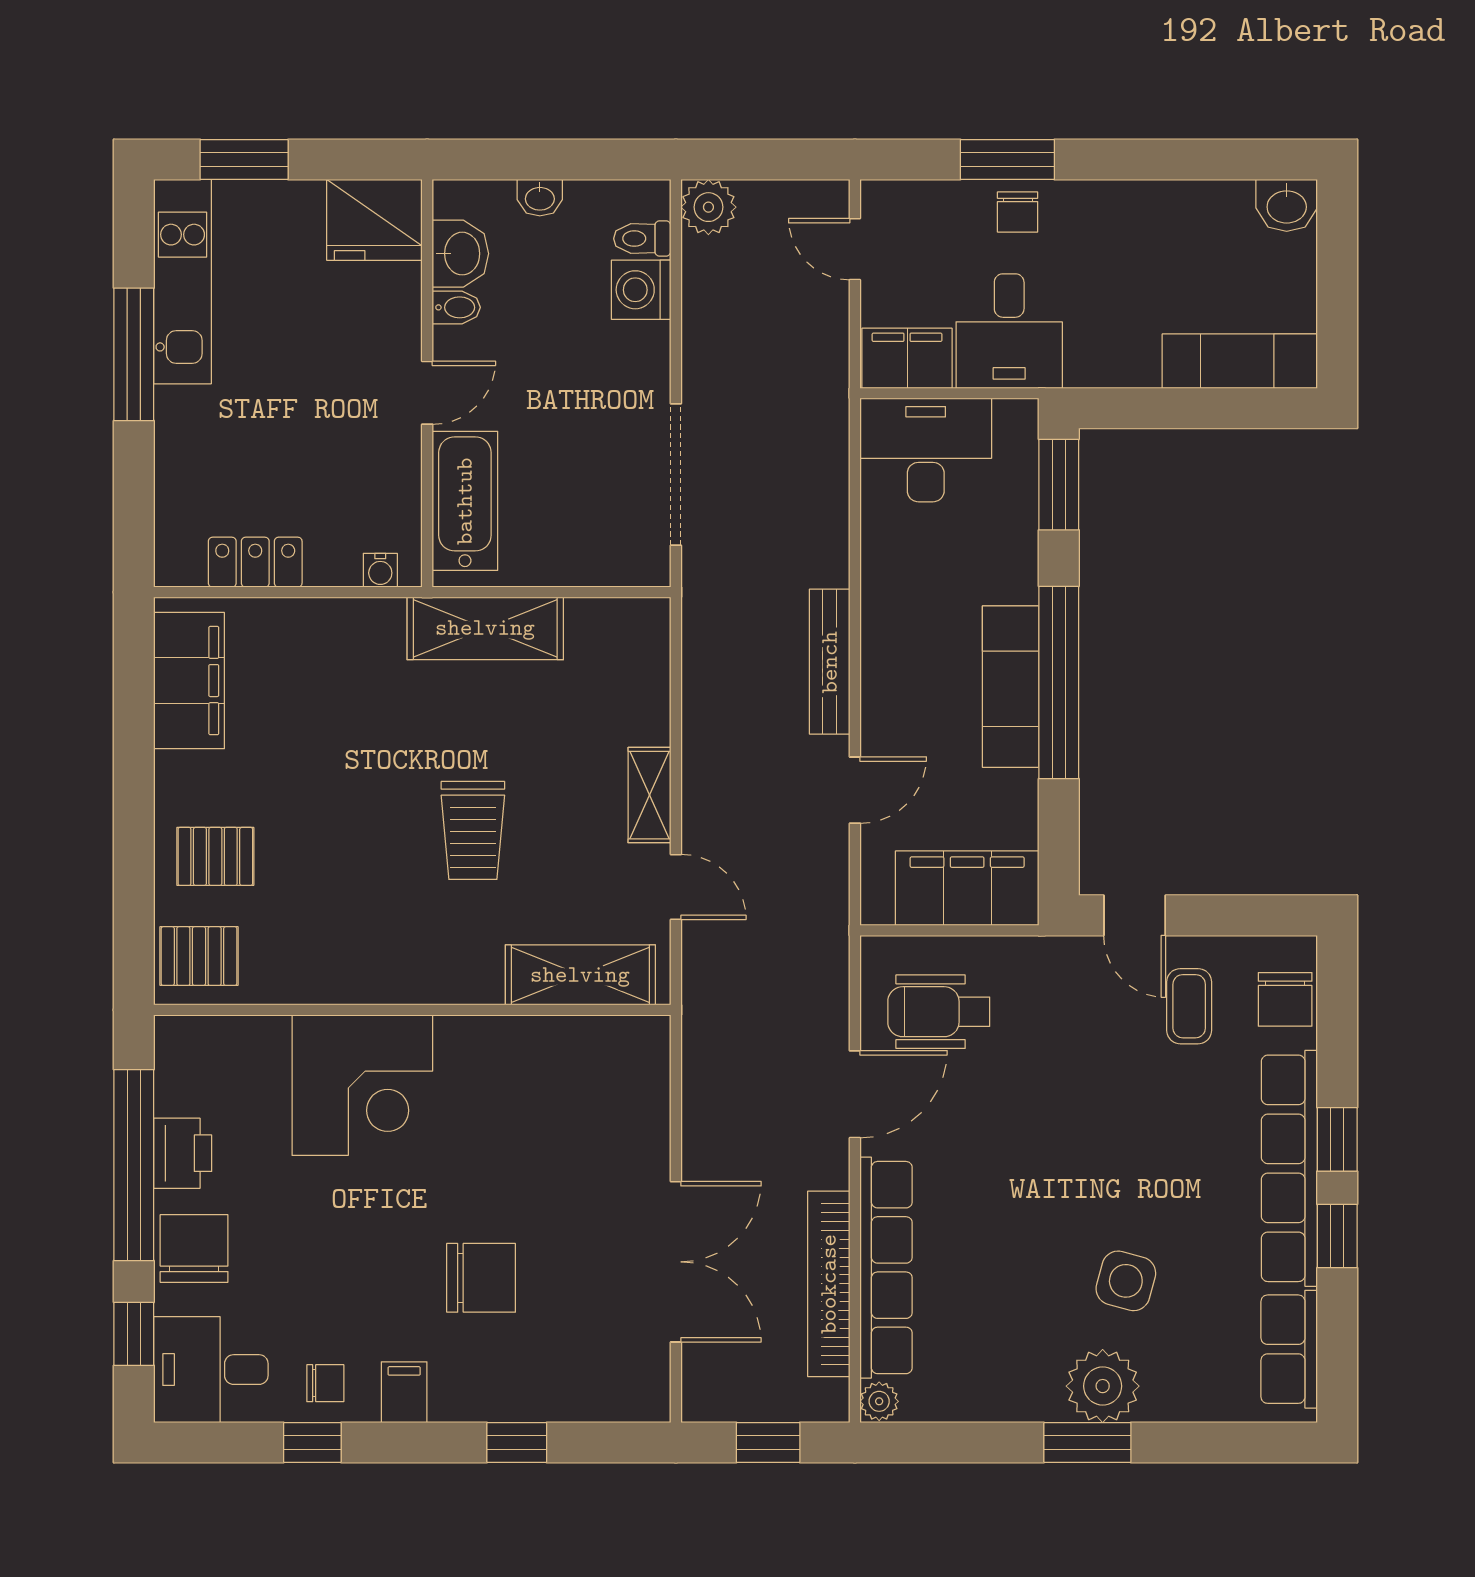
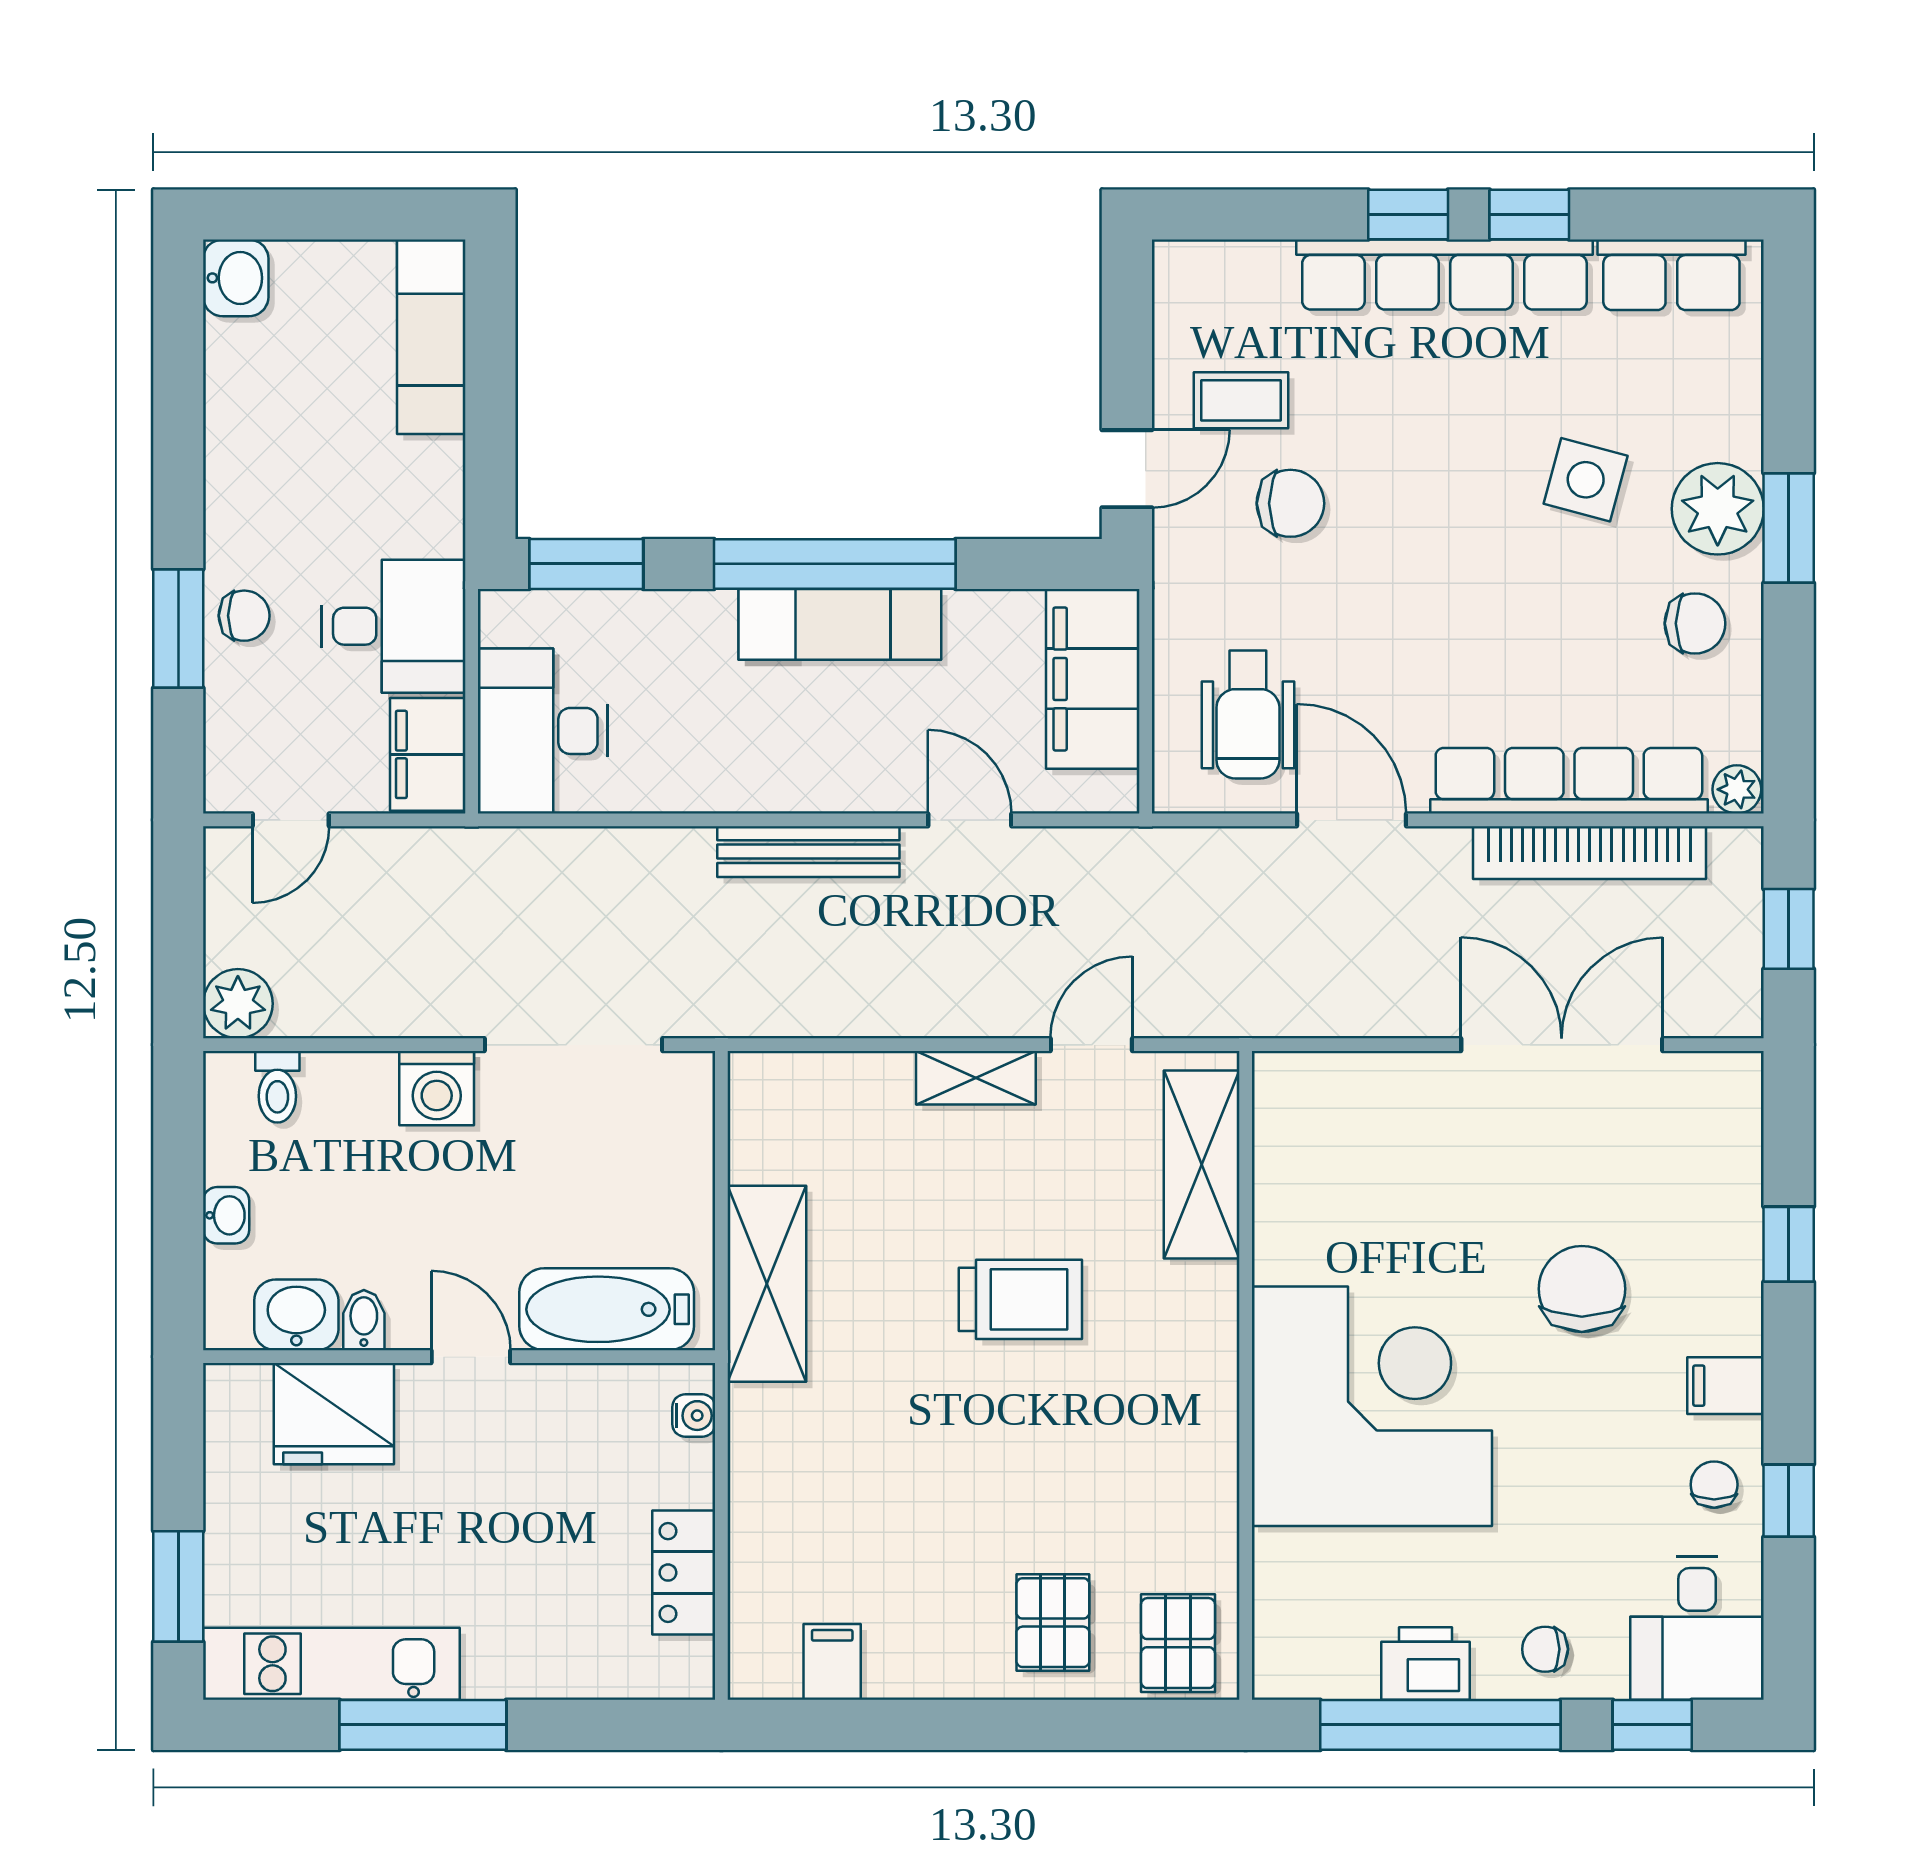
fridge: (374, 220) -> (334, 1414), moved, turned 90
washing machine: (641, 290) -> (437, 1088), moved
filing cabinet: (189, 681) -> (832, 1662), width x0.33, depth x0.86
chair: (1285, 999) -> (1290, 503), moved
corner desk: (362, 1085) -> (1372, 1406), width x1.36, depth x1.36
chair: (194, 1249) -> (1545, 1649), width x0.54, depth x0.54
chair: (1011, 1368) -> (1695, 623), added

